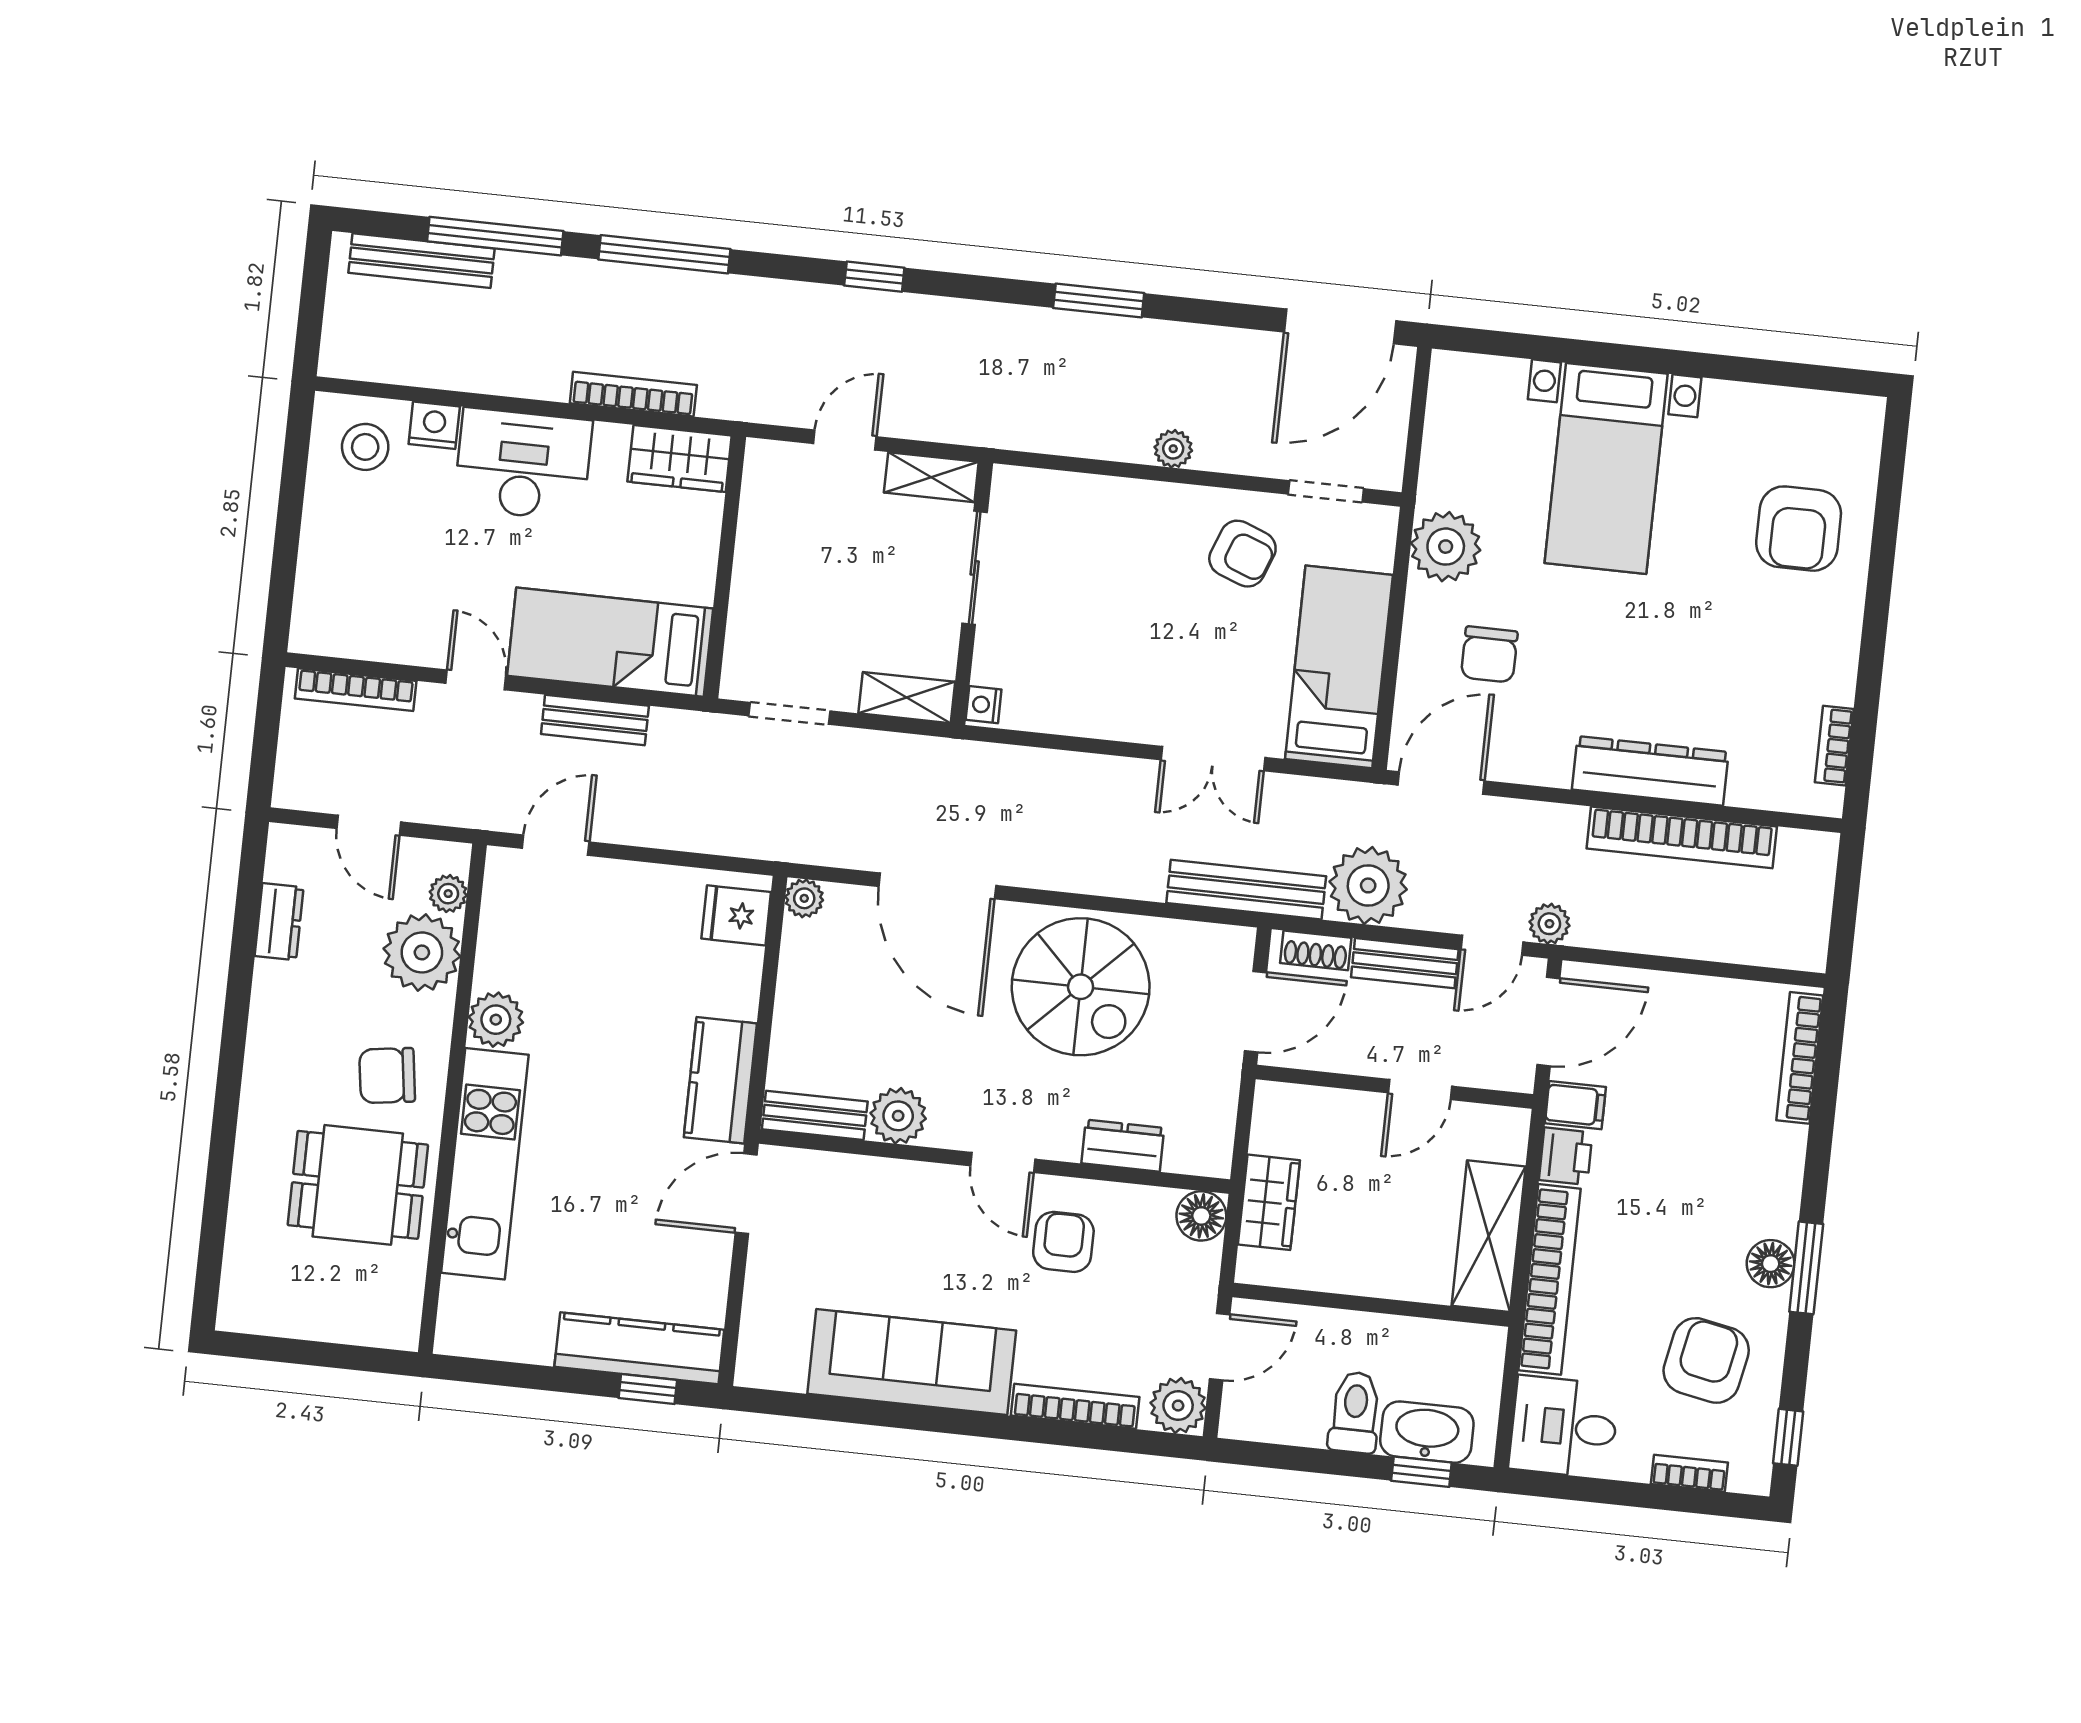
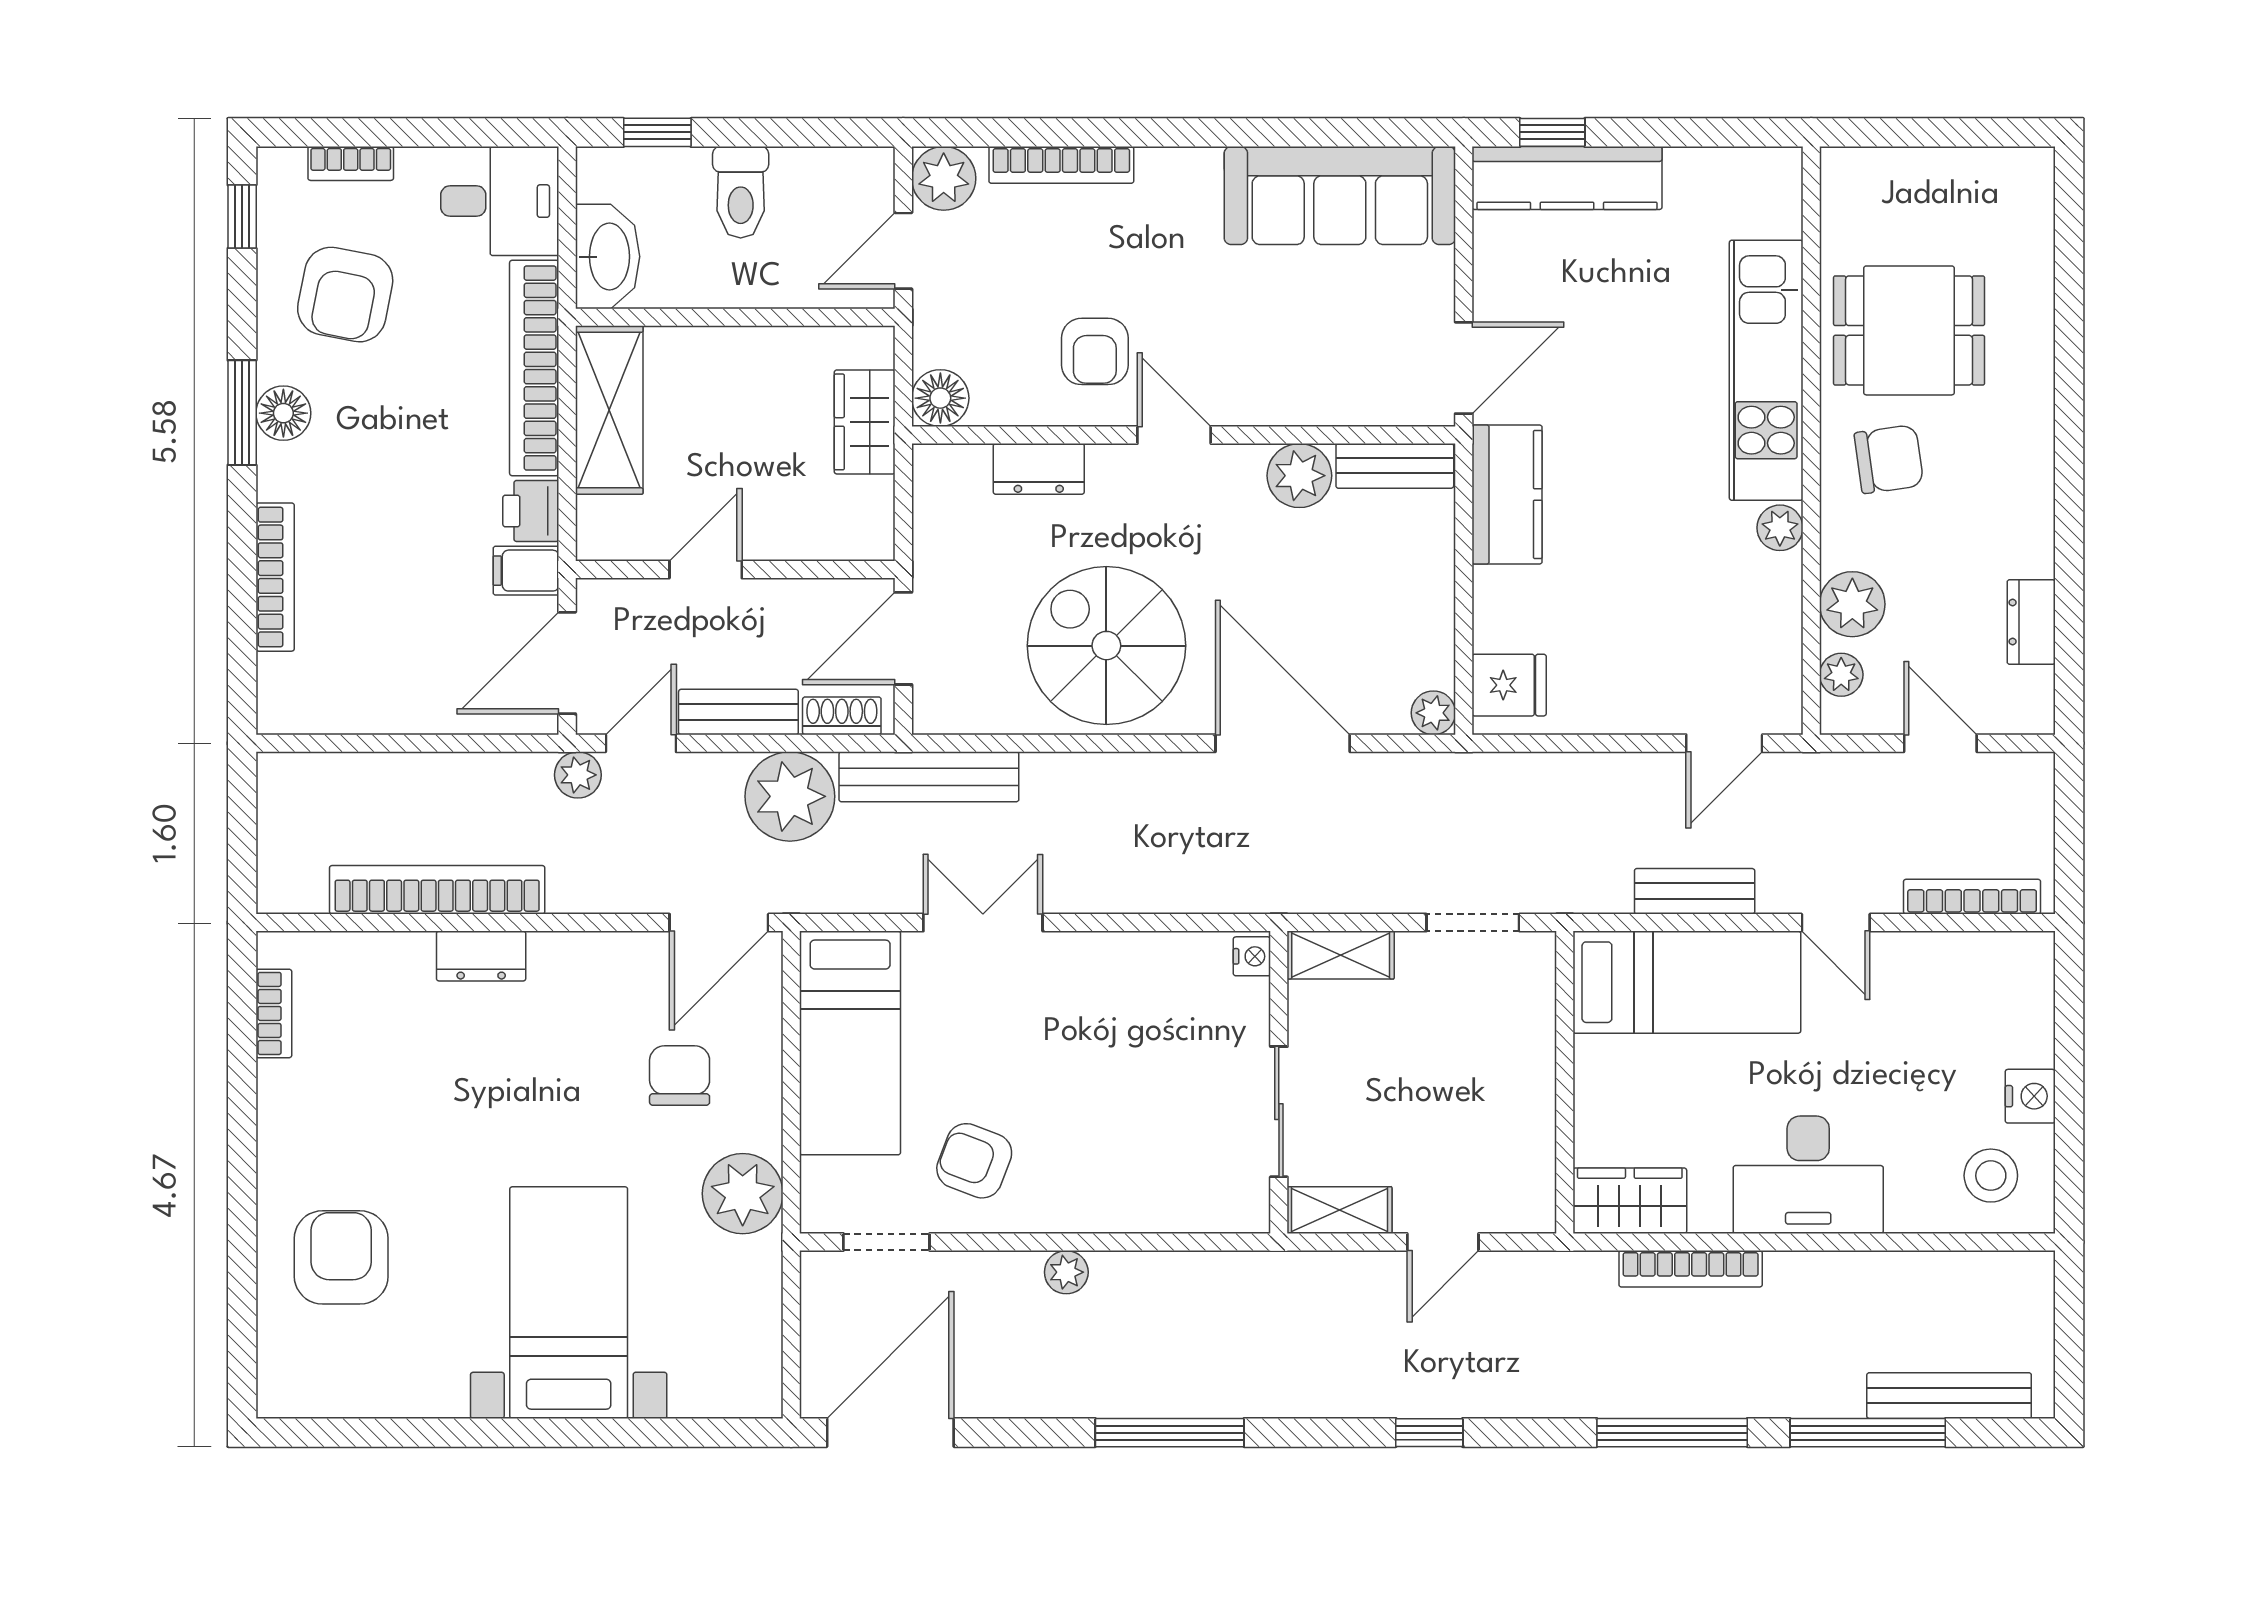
window: (1099, 301) -> (1170, 1433), width x1.44
nightstand: (434, 425) -> (2030, 1096), moved, turned -90
dresser: (1650, 771) -> (481, 956), width x0.51, depth x0.80
plant: (422, 952) -> (1852, 604), width x0.73, depth x0.73
plant: (496, 1020) -> (1780, 528), width x0.73, depth x0.73
bookcase: (1800, 1058) -> (275, 577), moved
sofa: (912, 1362) -> (1340, 196), moved
washbasin: (1427, 1432) -> (608, 257), moved, turned -90

